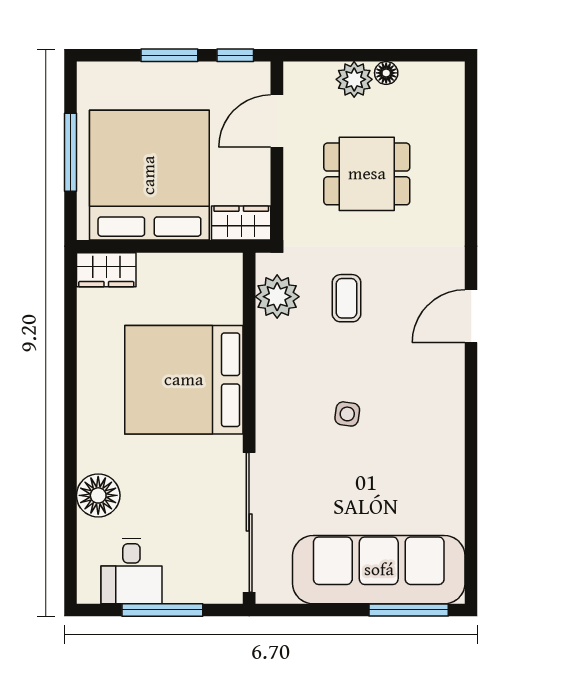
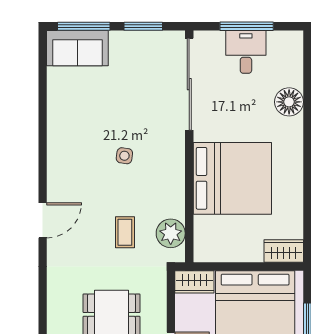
sofa: (379, 570) -> (77, 48), width x0.54, depth x0.79
desk: (131, 571) -> (246, 52), moved
window: (319, 610) -> (143, 26), added

